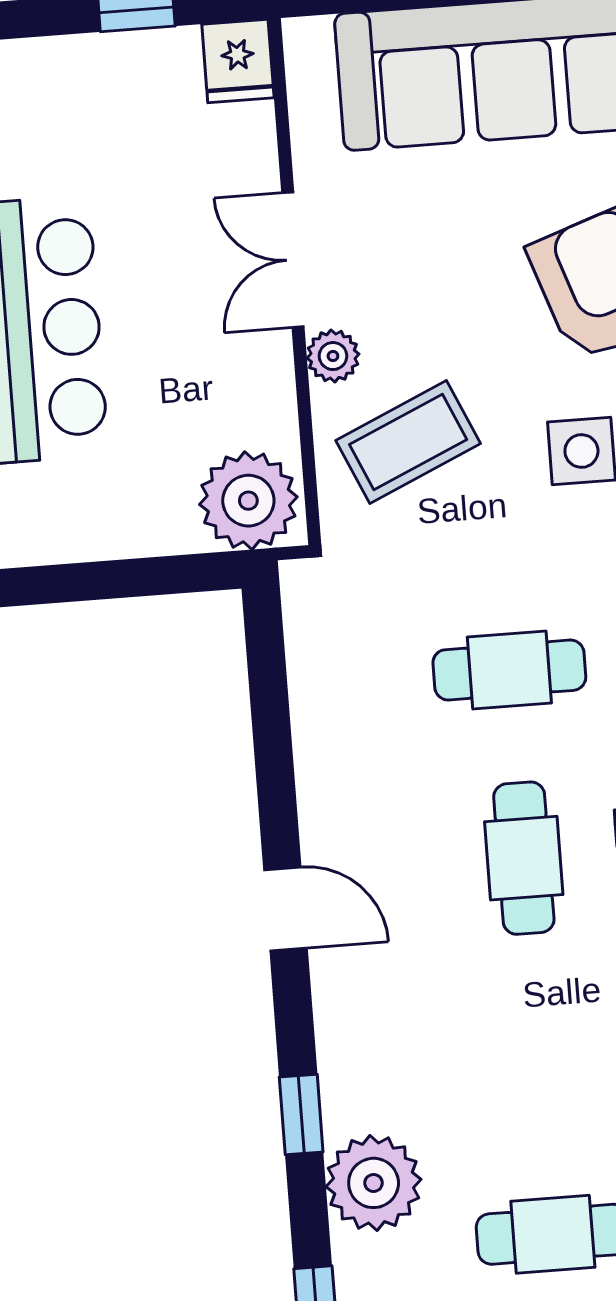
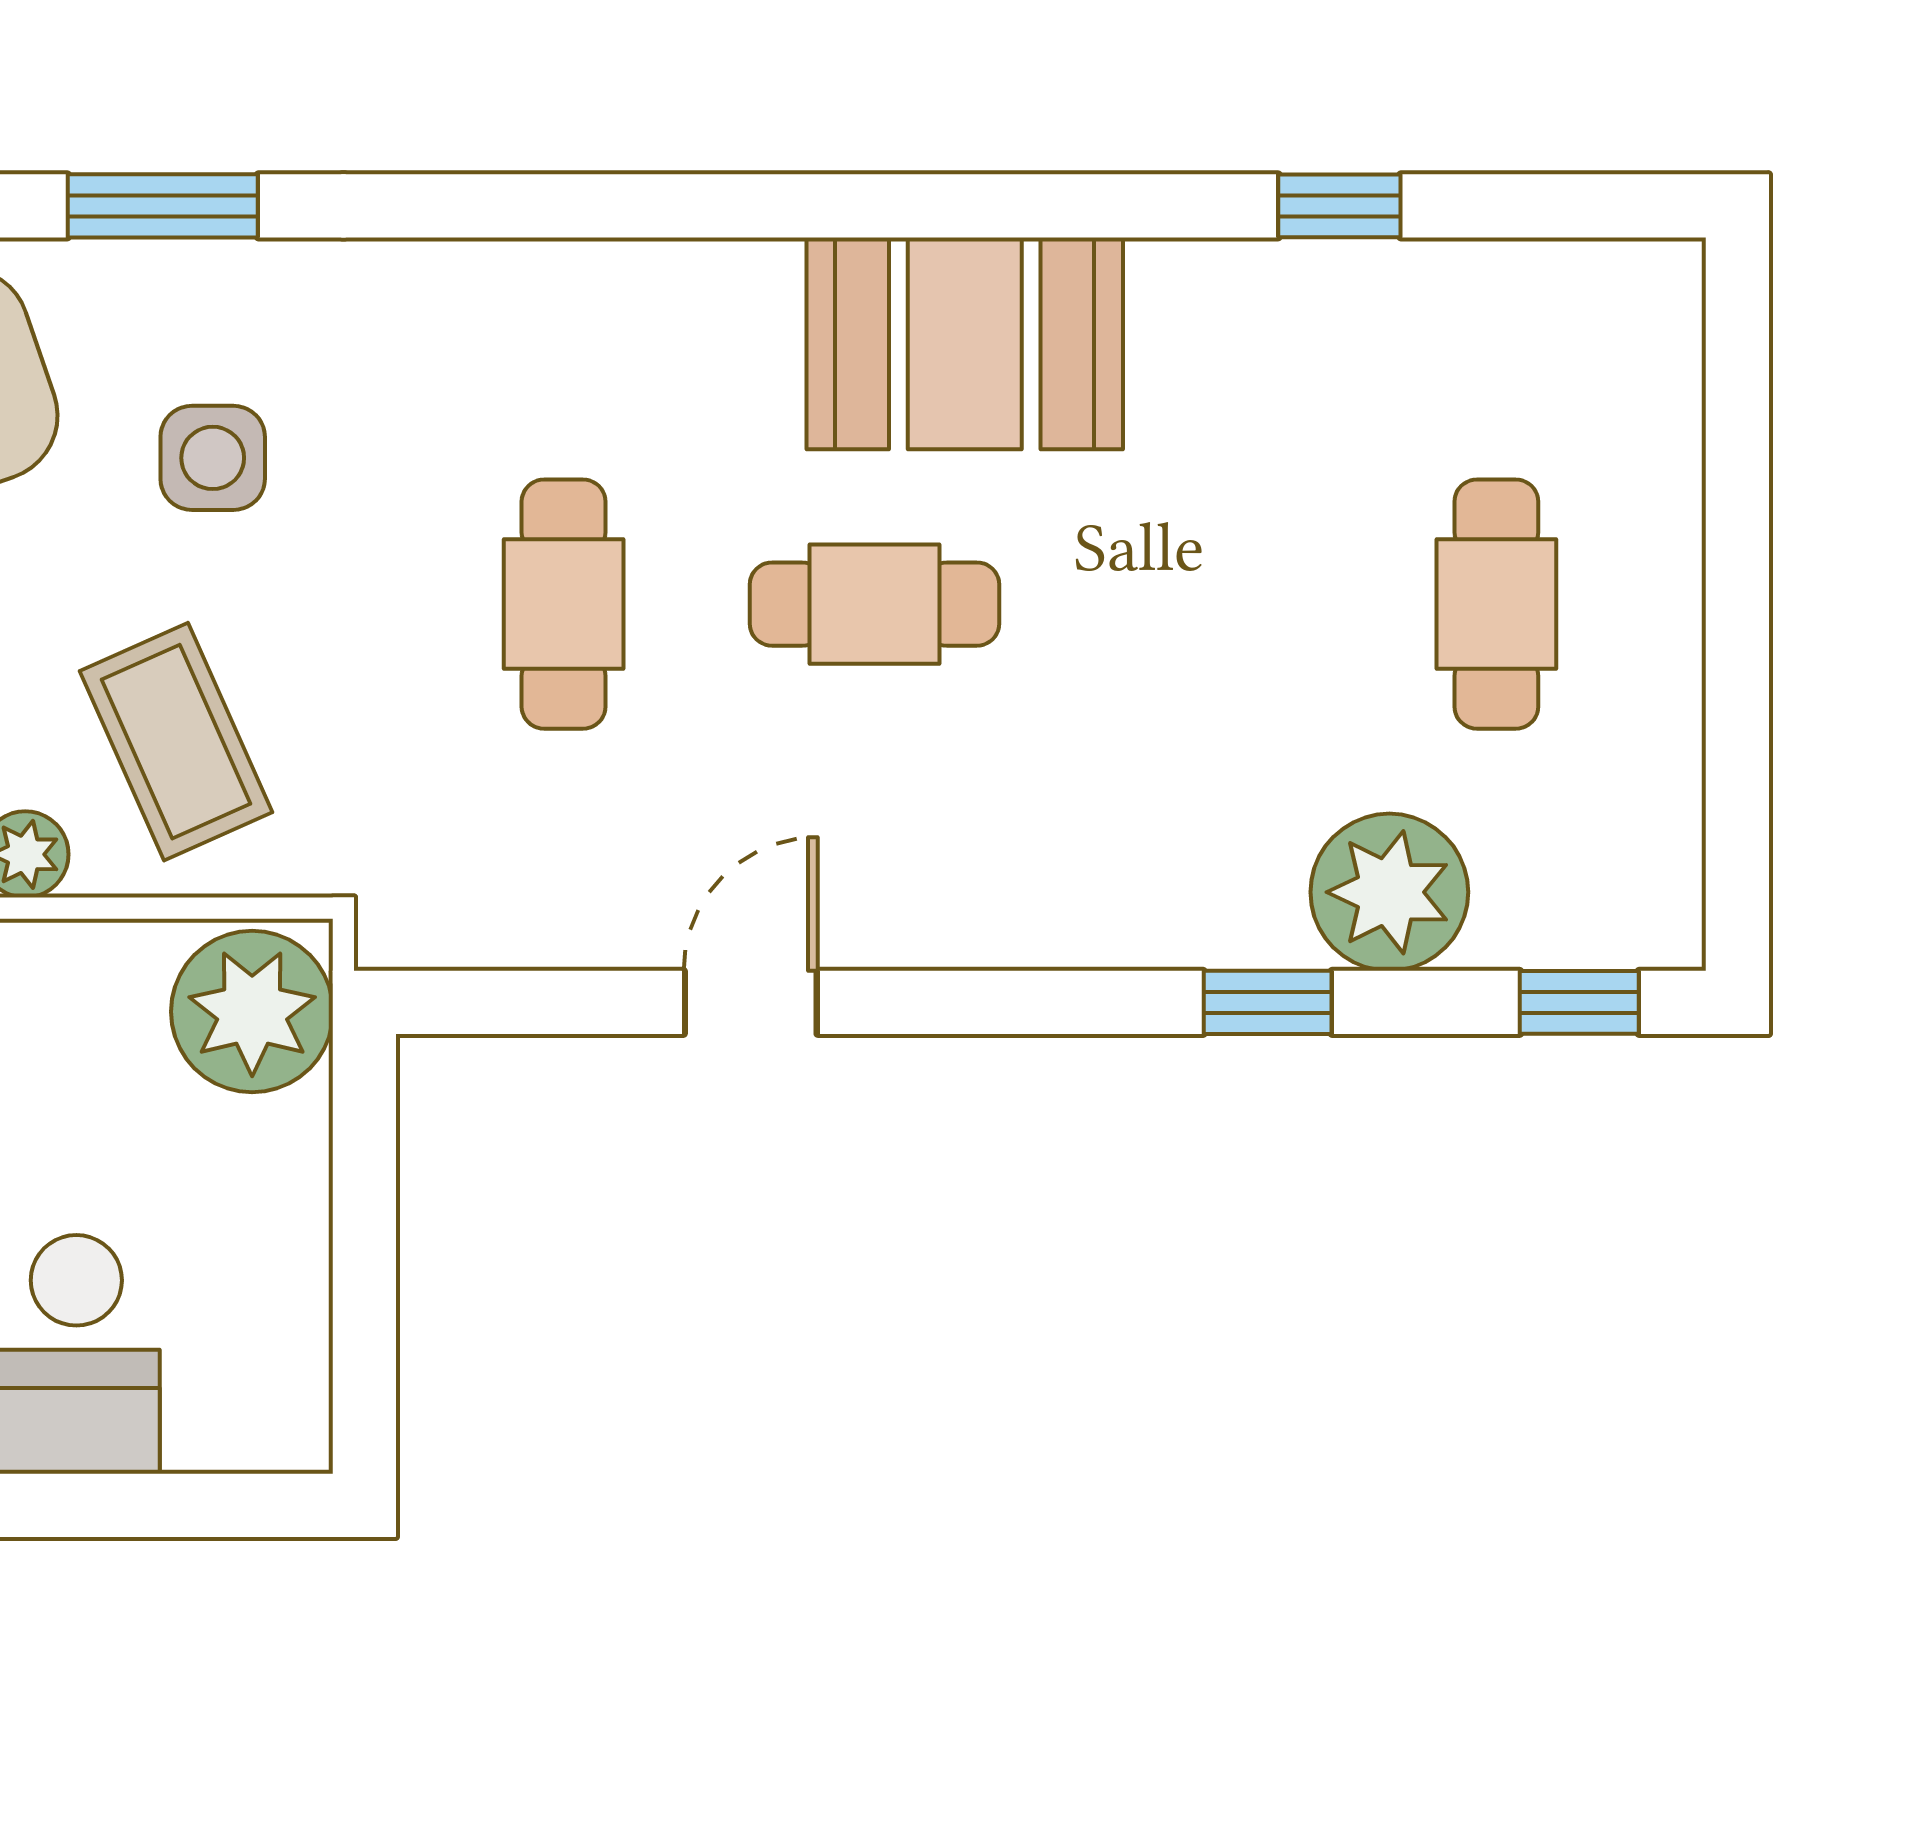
door: (285, 909) -> (751, 1002), moved

